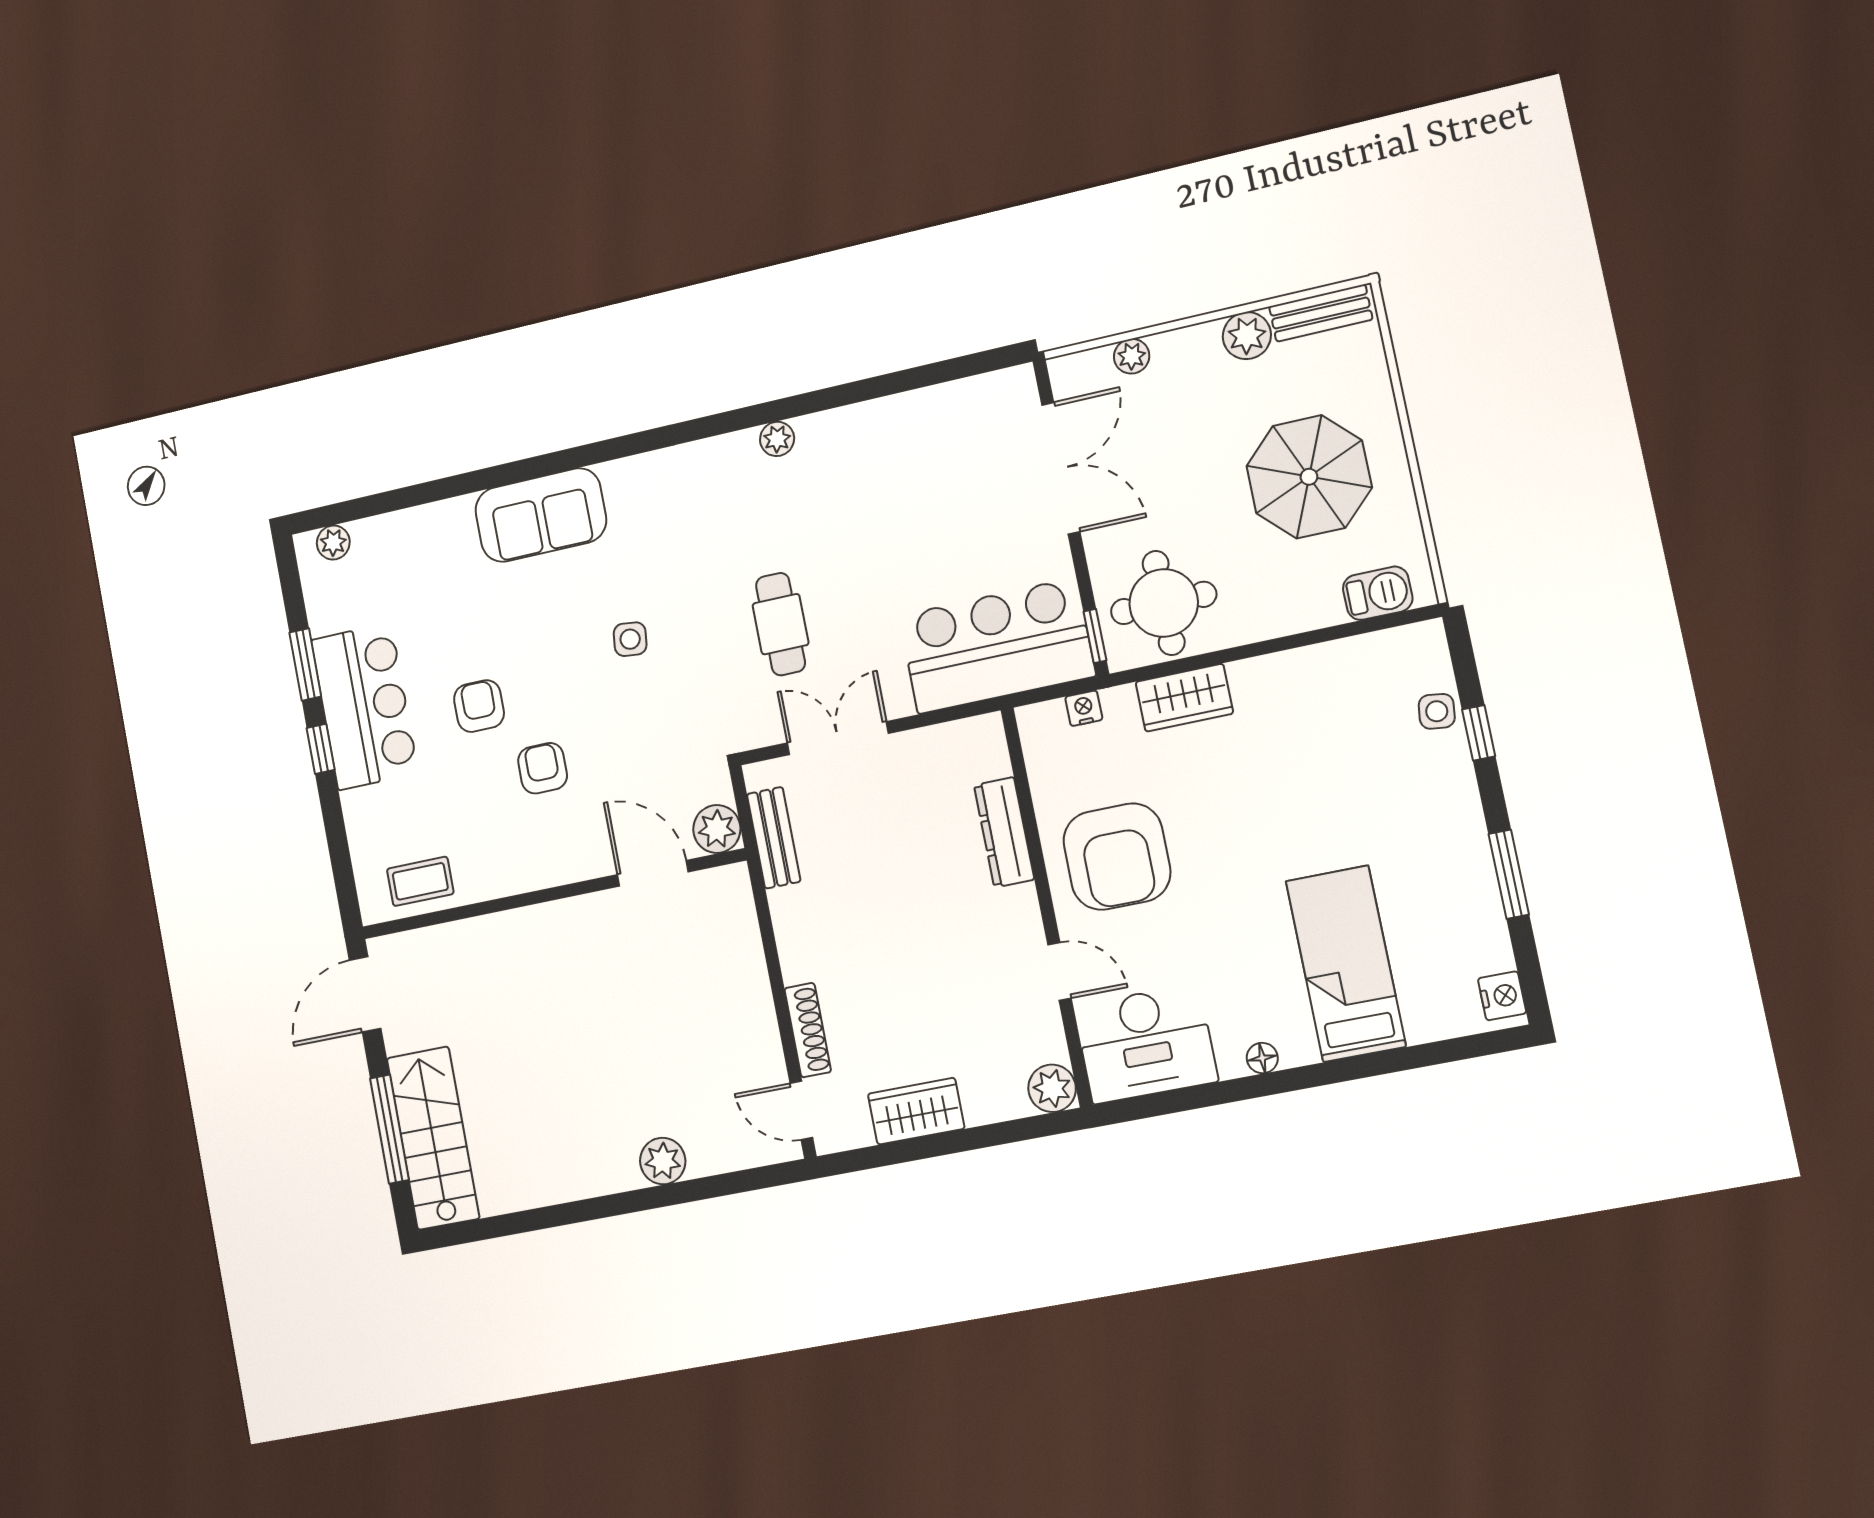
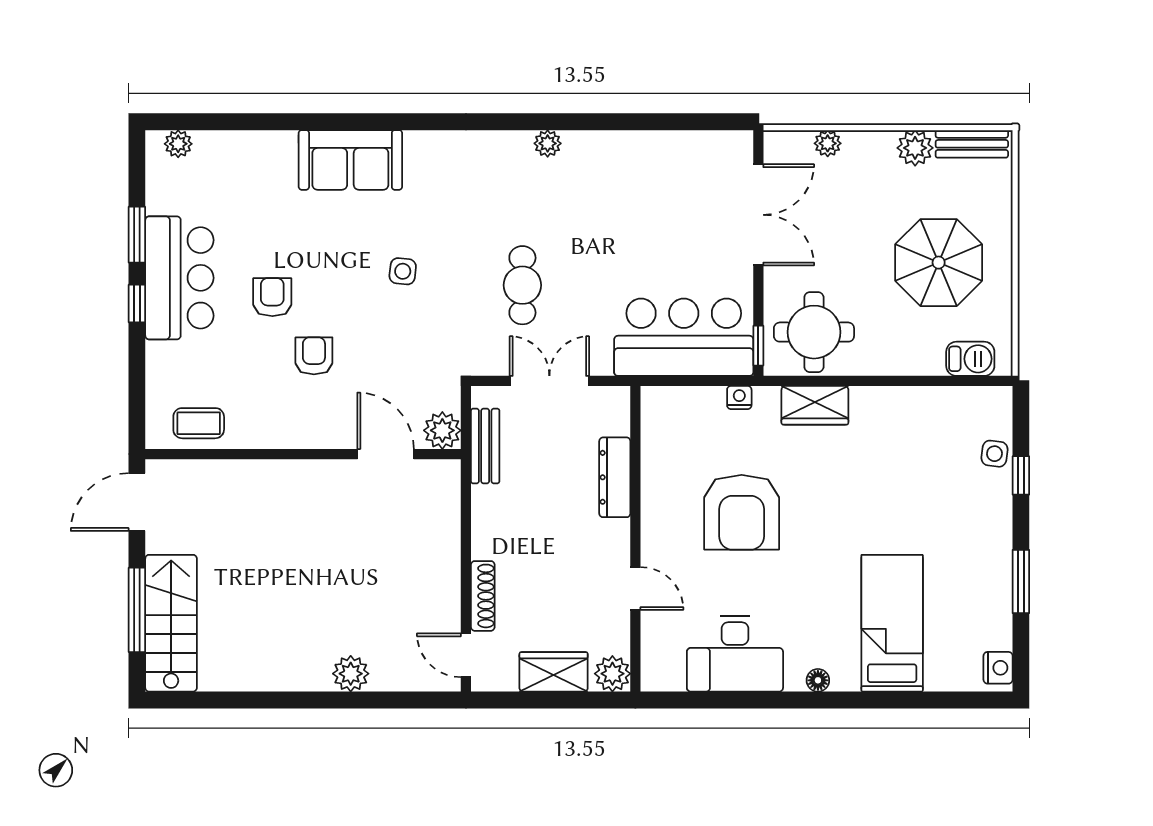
dresser: (1004, 832) -> (615, 477), moved
wall: (1047, 907) -> (635, 539), moved
door: (1059, 971) -> (635, 589), moved
plant: (1052, 1088) -> (612, 674), moved

